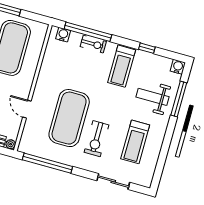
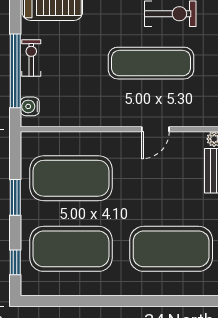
exercise mat: (69, 118) -> (151, 63), width x0.68

